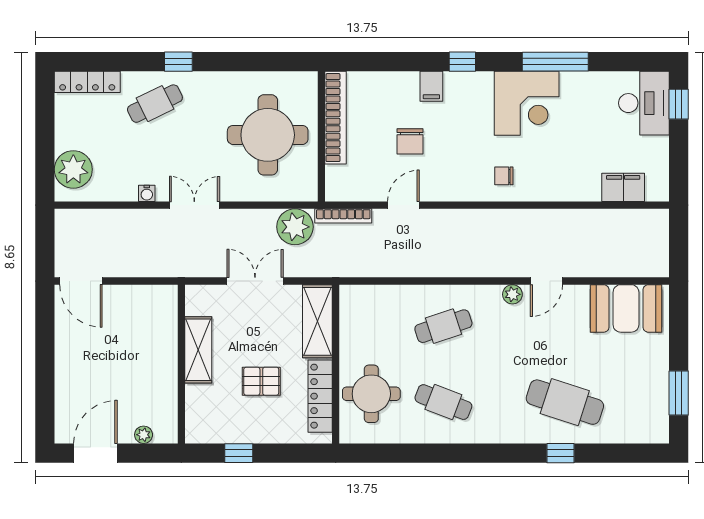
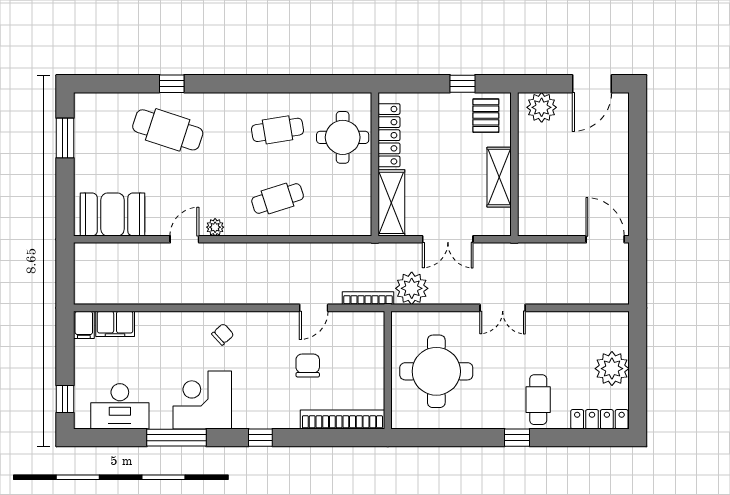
filing cabinet: (431, 86) -> (84, 325), moved, turned 180
desk: (644, 103) -> (120, 406), moved, turned -90
cafe table: (155, 104) -> (538, 400), turned -64
bookcase: (336, 118) -> (342, 420), moved, turned 90
plant: (73, 169) -> (612, 369), moved
chair: (504, 176) -> (223, 334), turned -42
water cooler: (147, 193) -> (546, 319), removed
pallet: (261, 381) -> (486, 116), moved, turned 90
cafe table: (443, 402) -> (278, 130), turned -30
plant: (144, 435) -> (542, 107), width x1.88, depth x1.88

